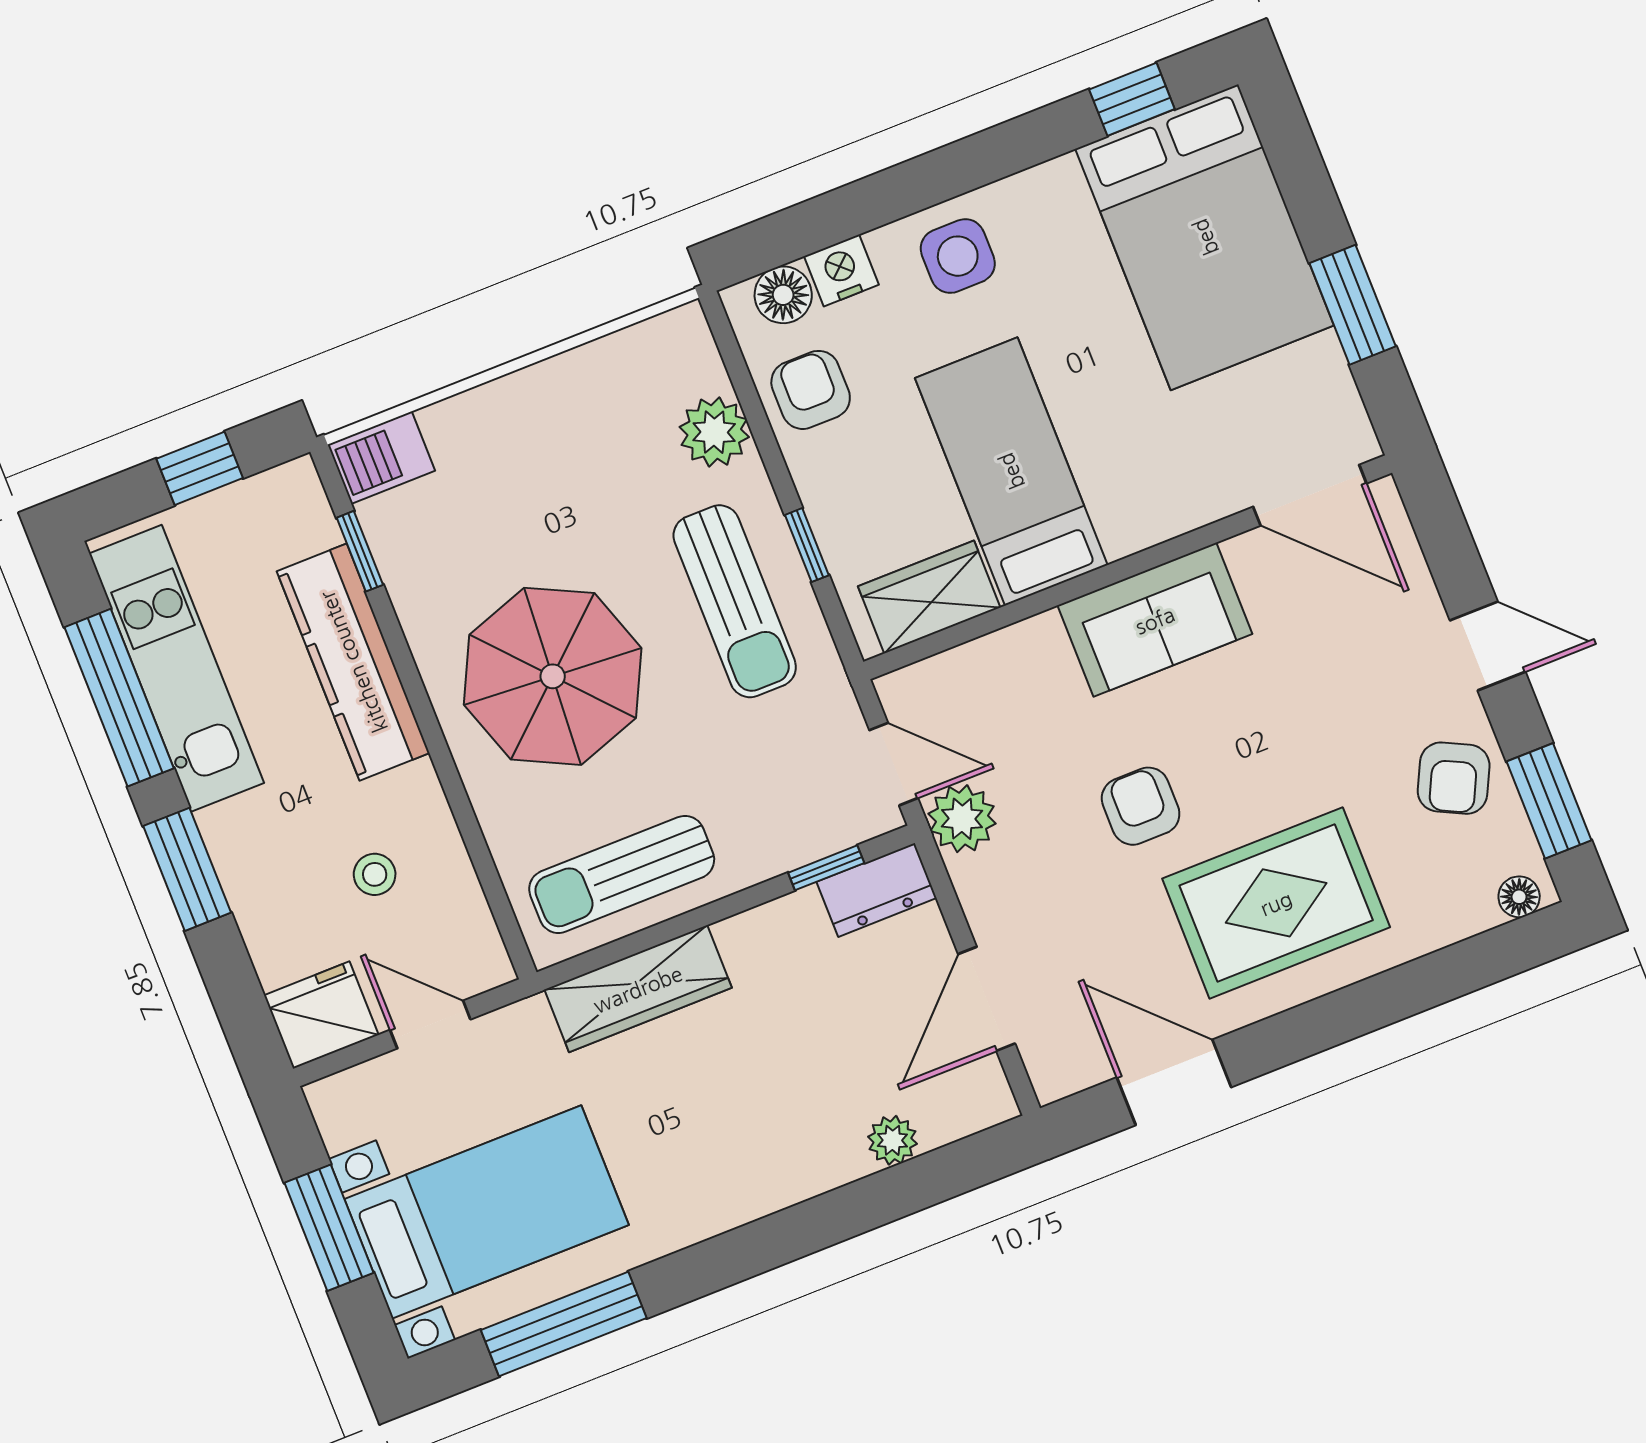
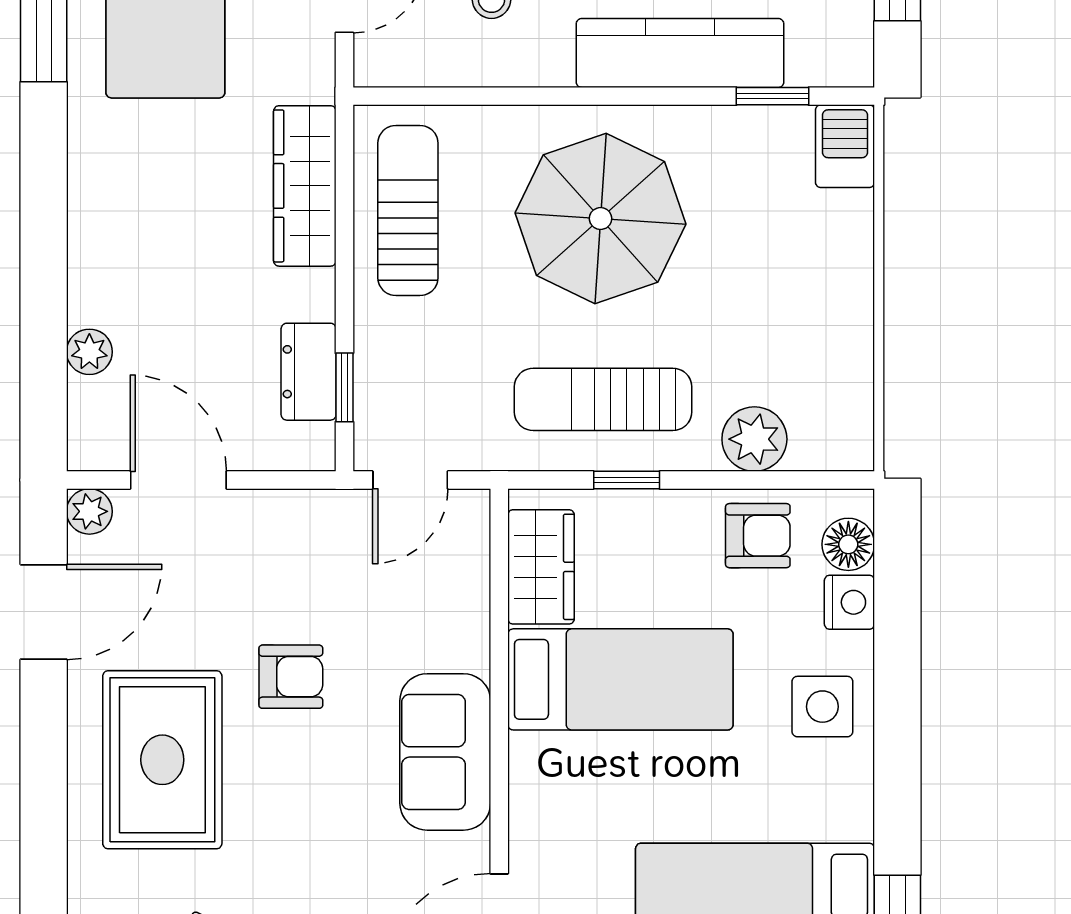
plant: (962, 819) -> (89, 511), moved, width x0.73, depth x0.73
dresser: (877, 890) -> (309, 372), moved

